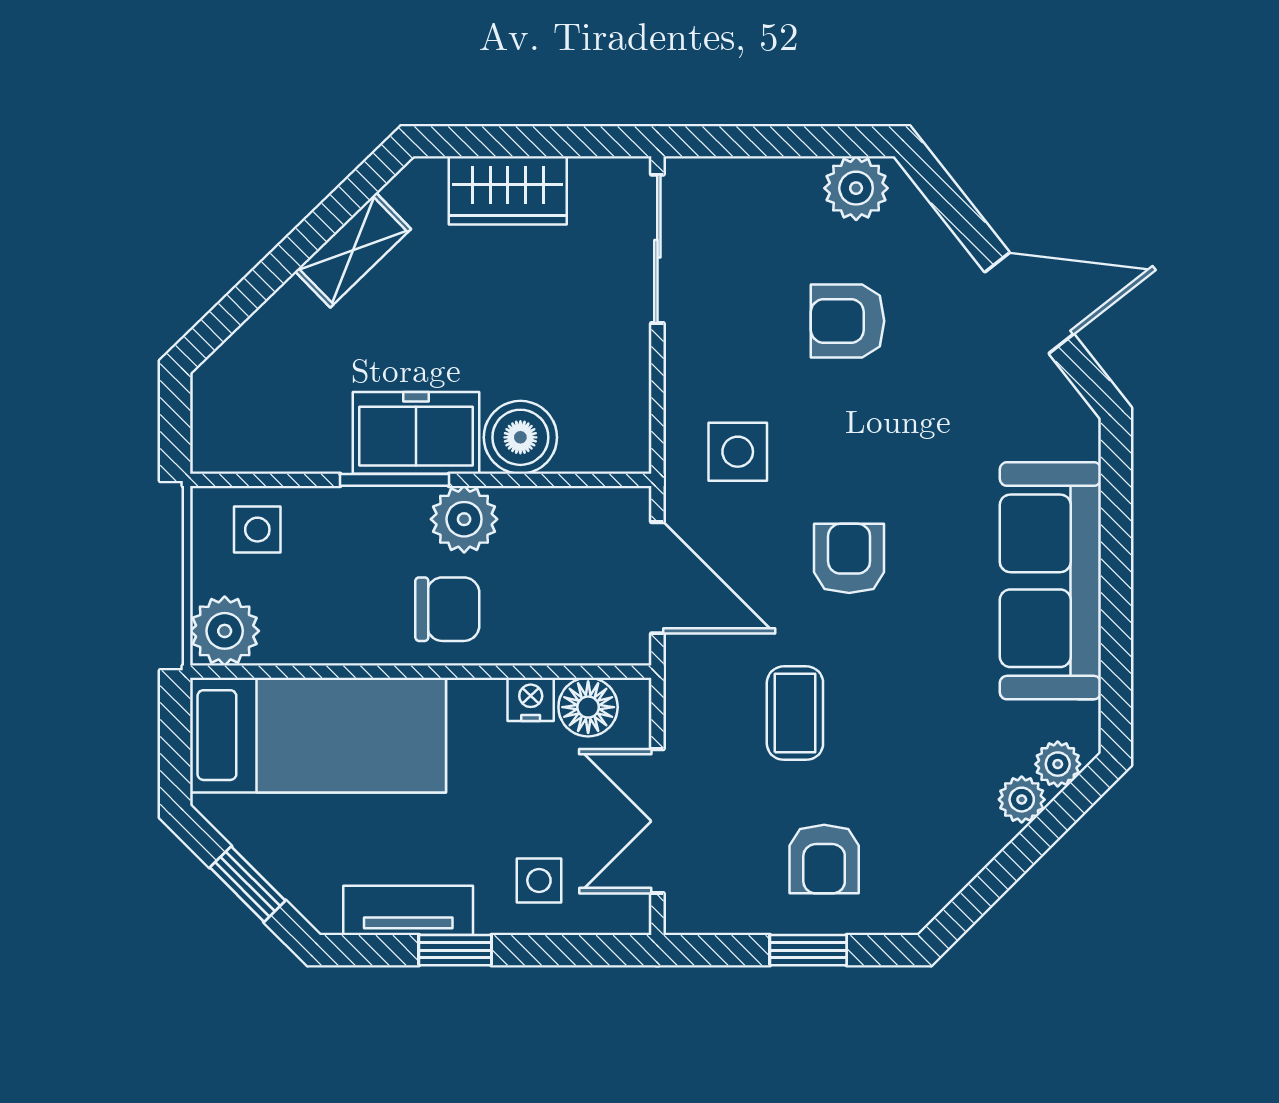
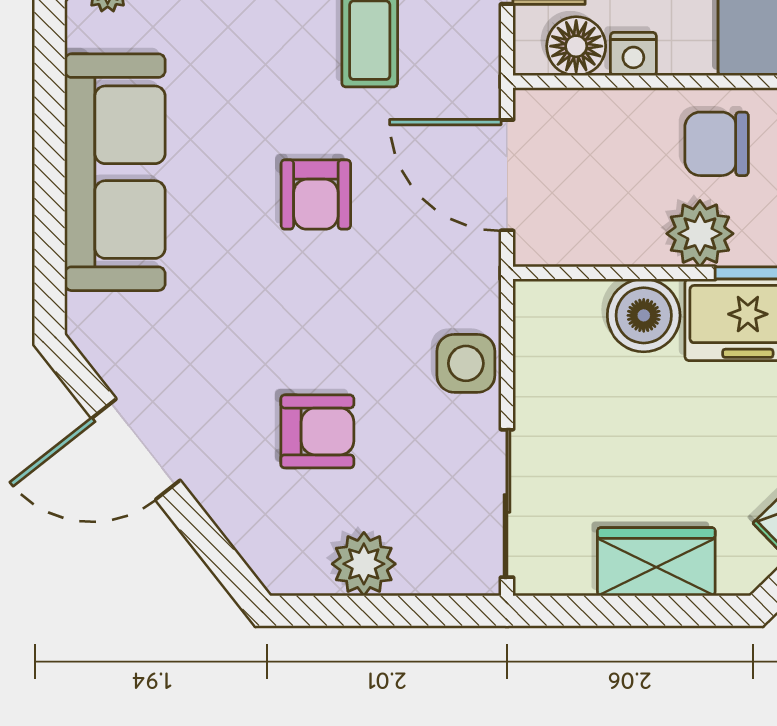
plant: (856, 188) -> (364, 564), moved
side table: (738, 452) -> (466, 363), moved

